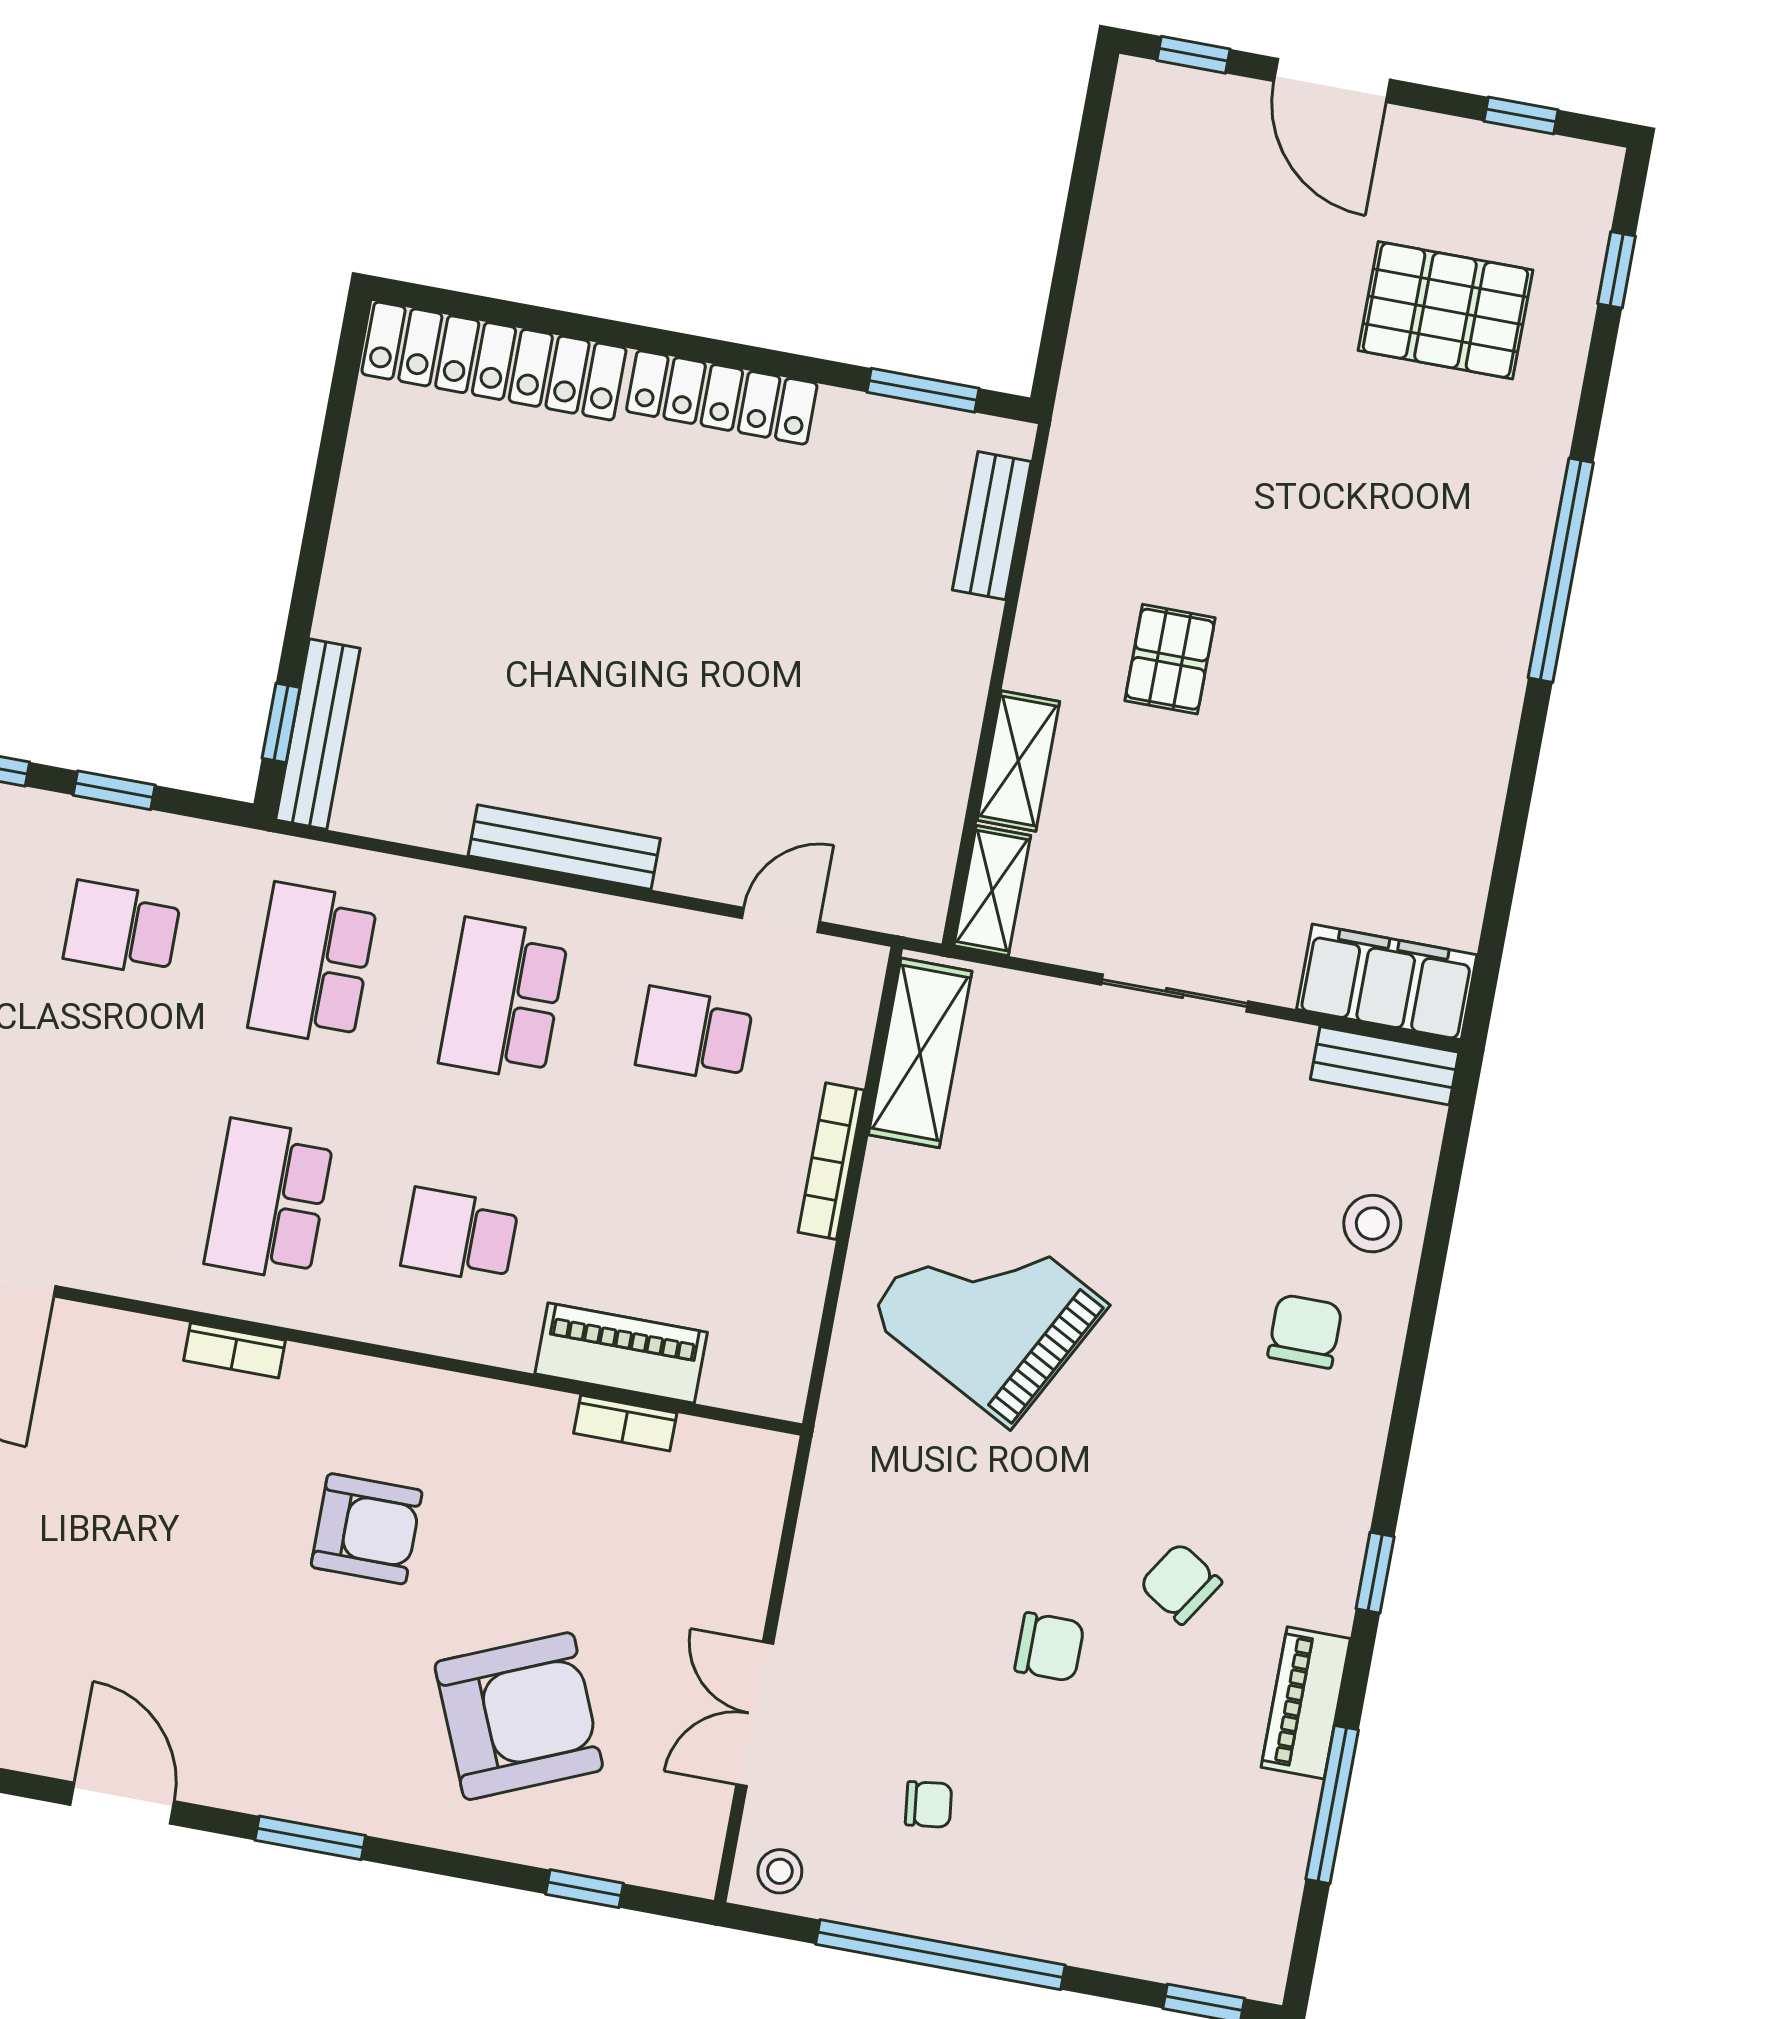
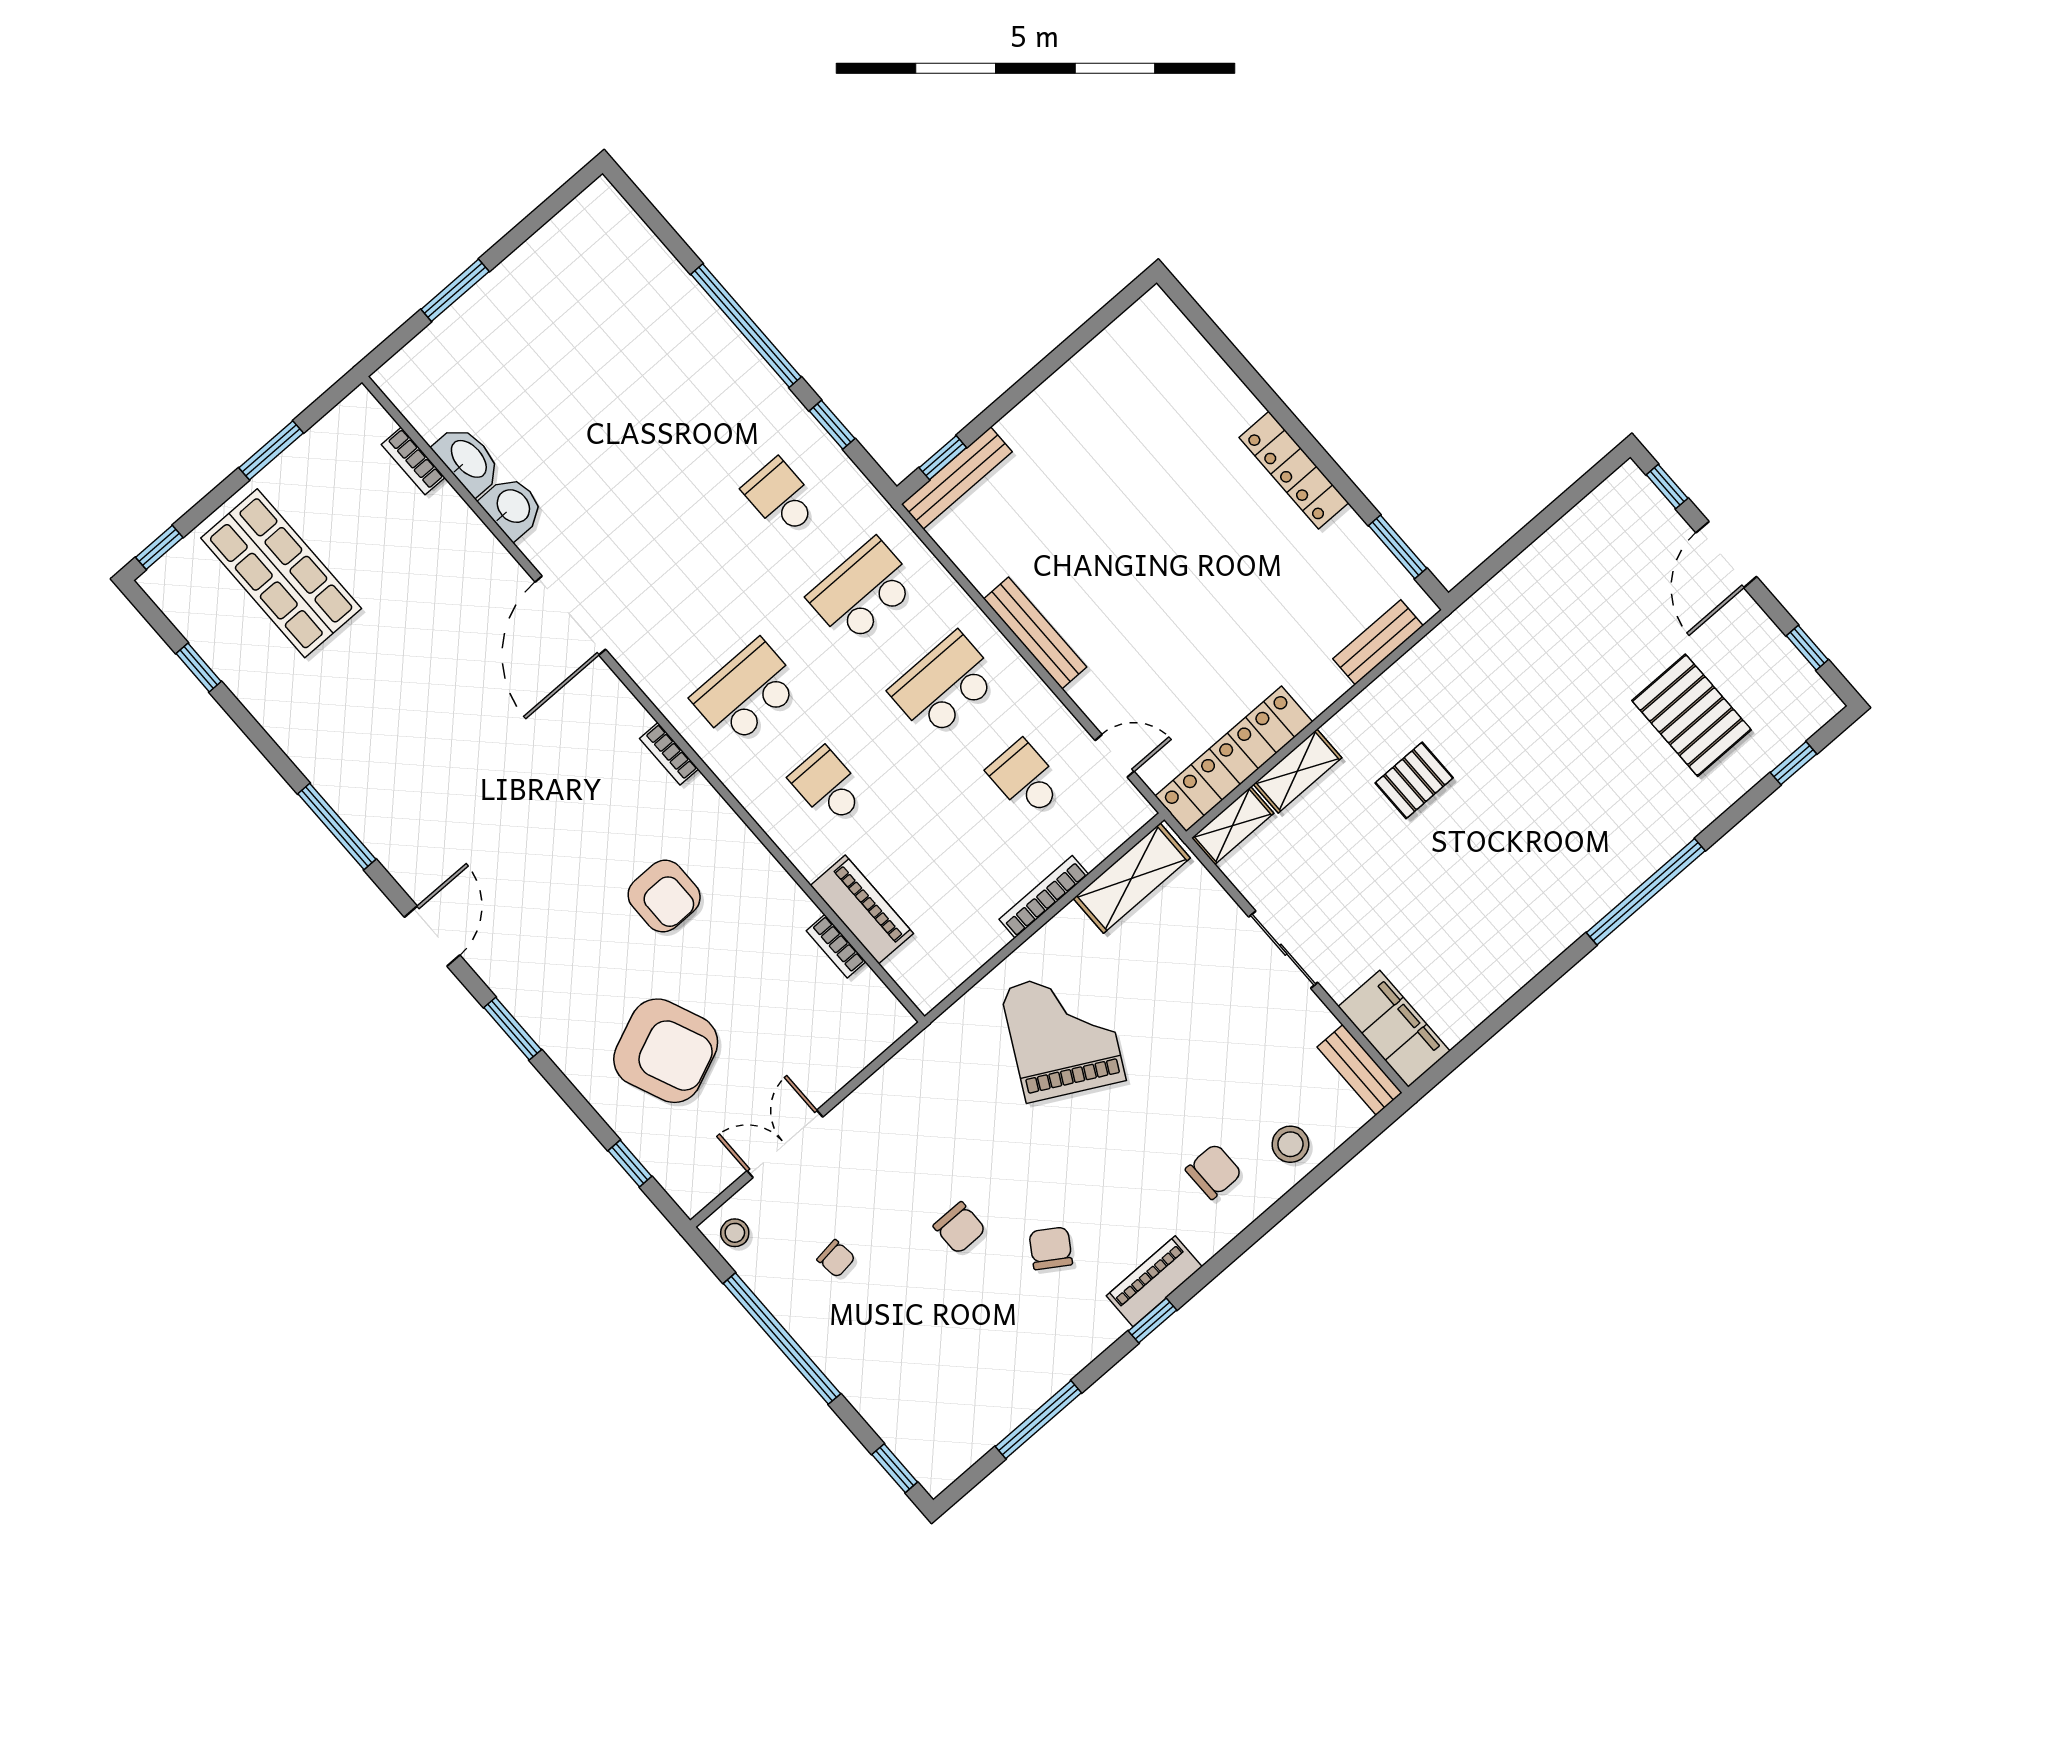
locker: (494, 361) -> (1234, 759), moved, turned 90
piano: (1306, 1703) -> (1154, 1281), moved

